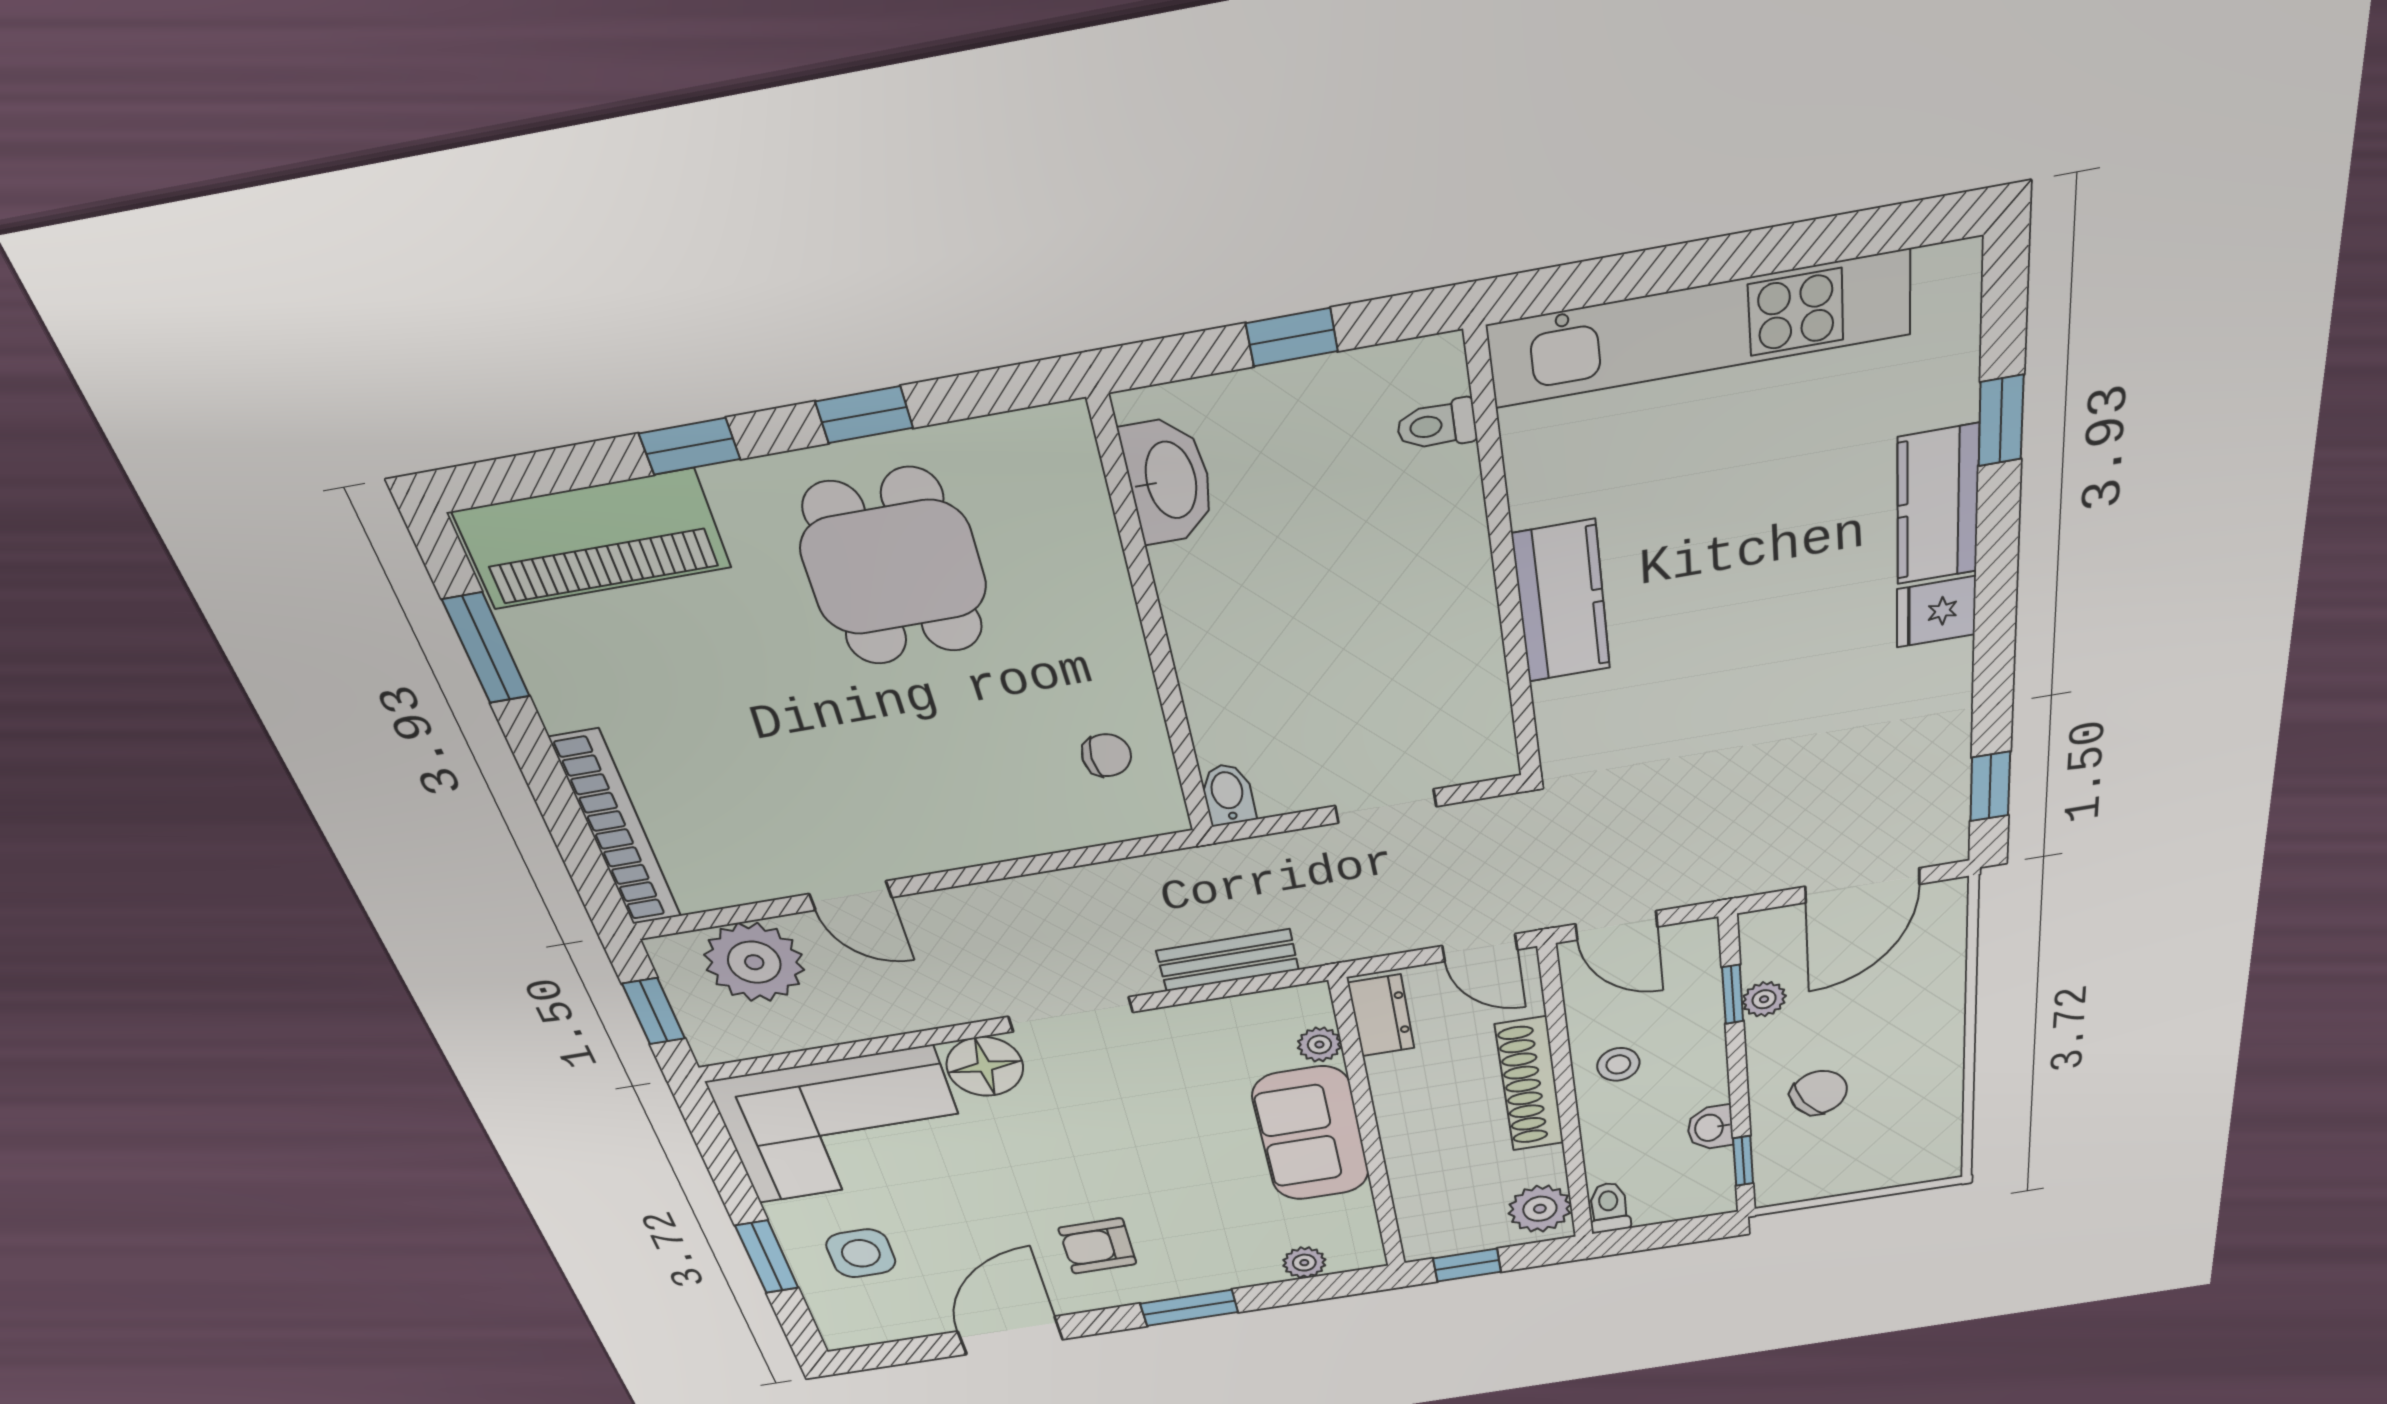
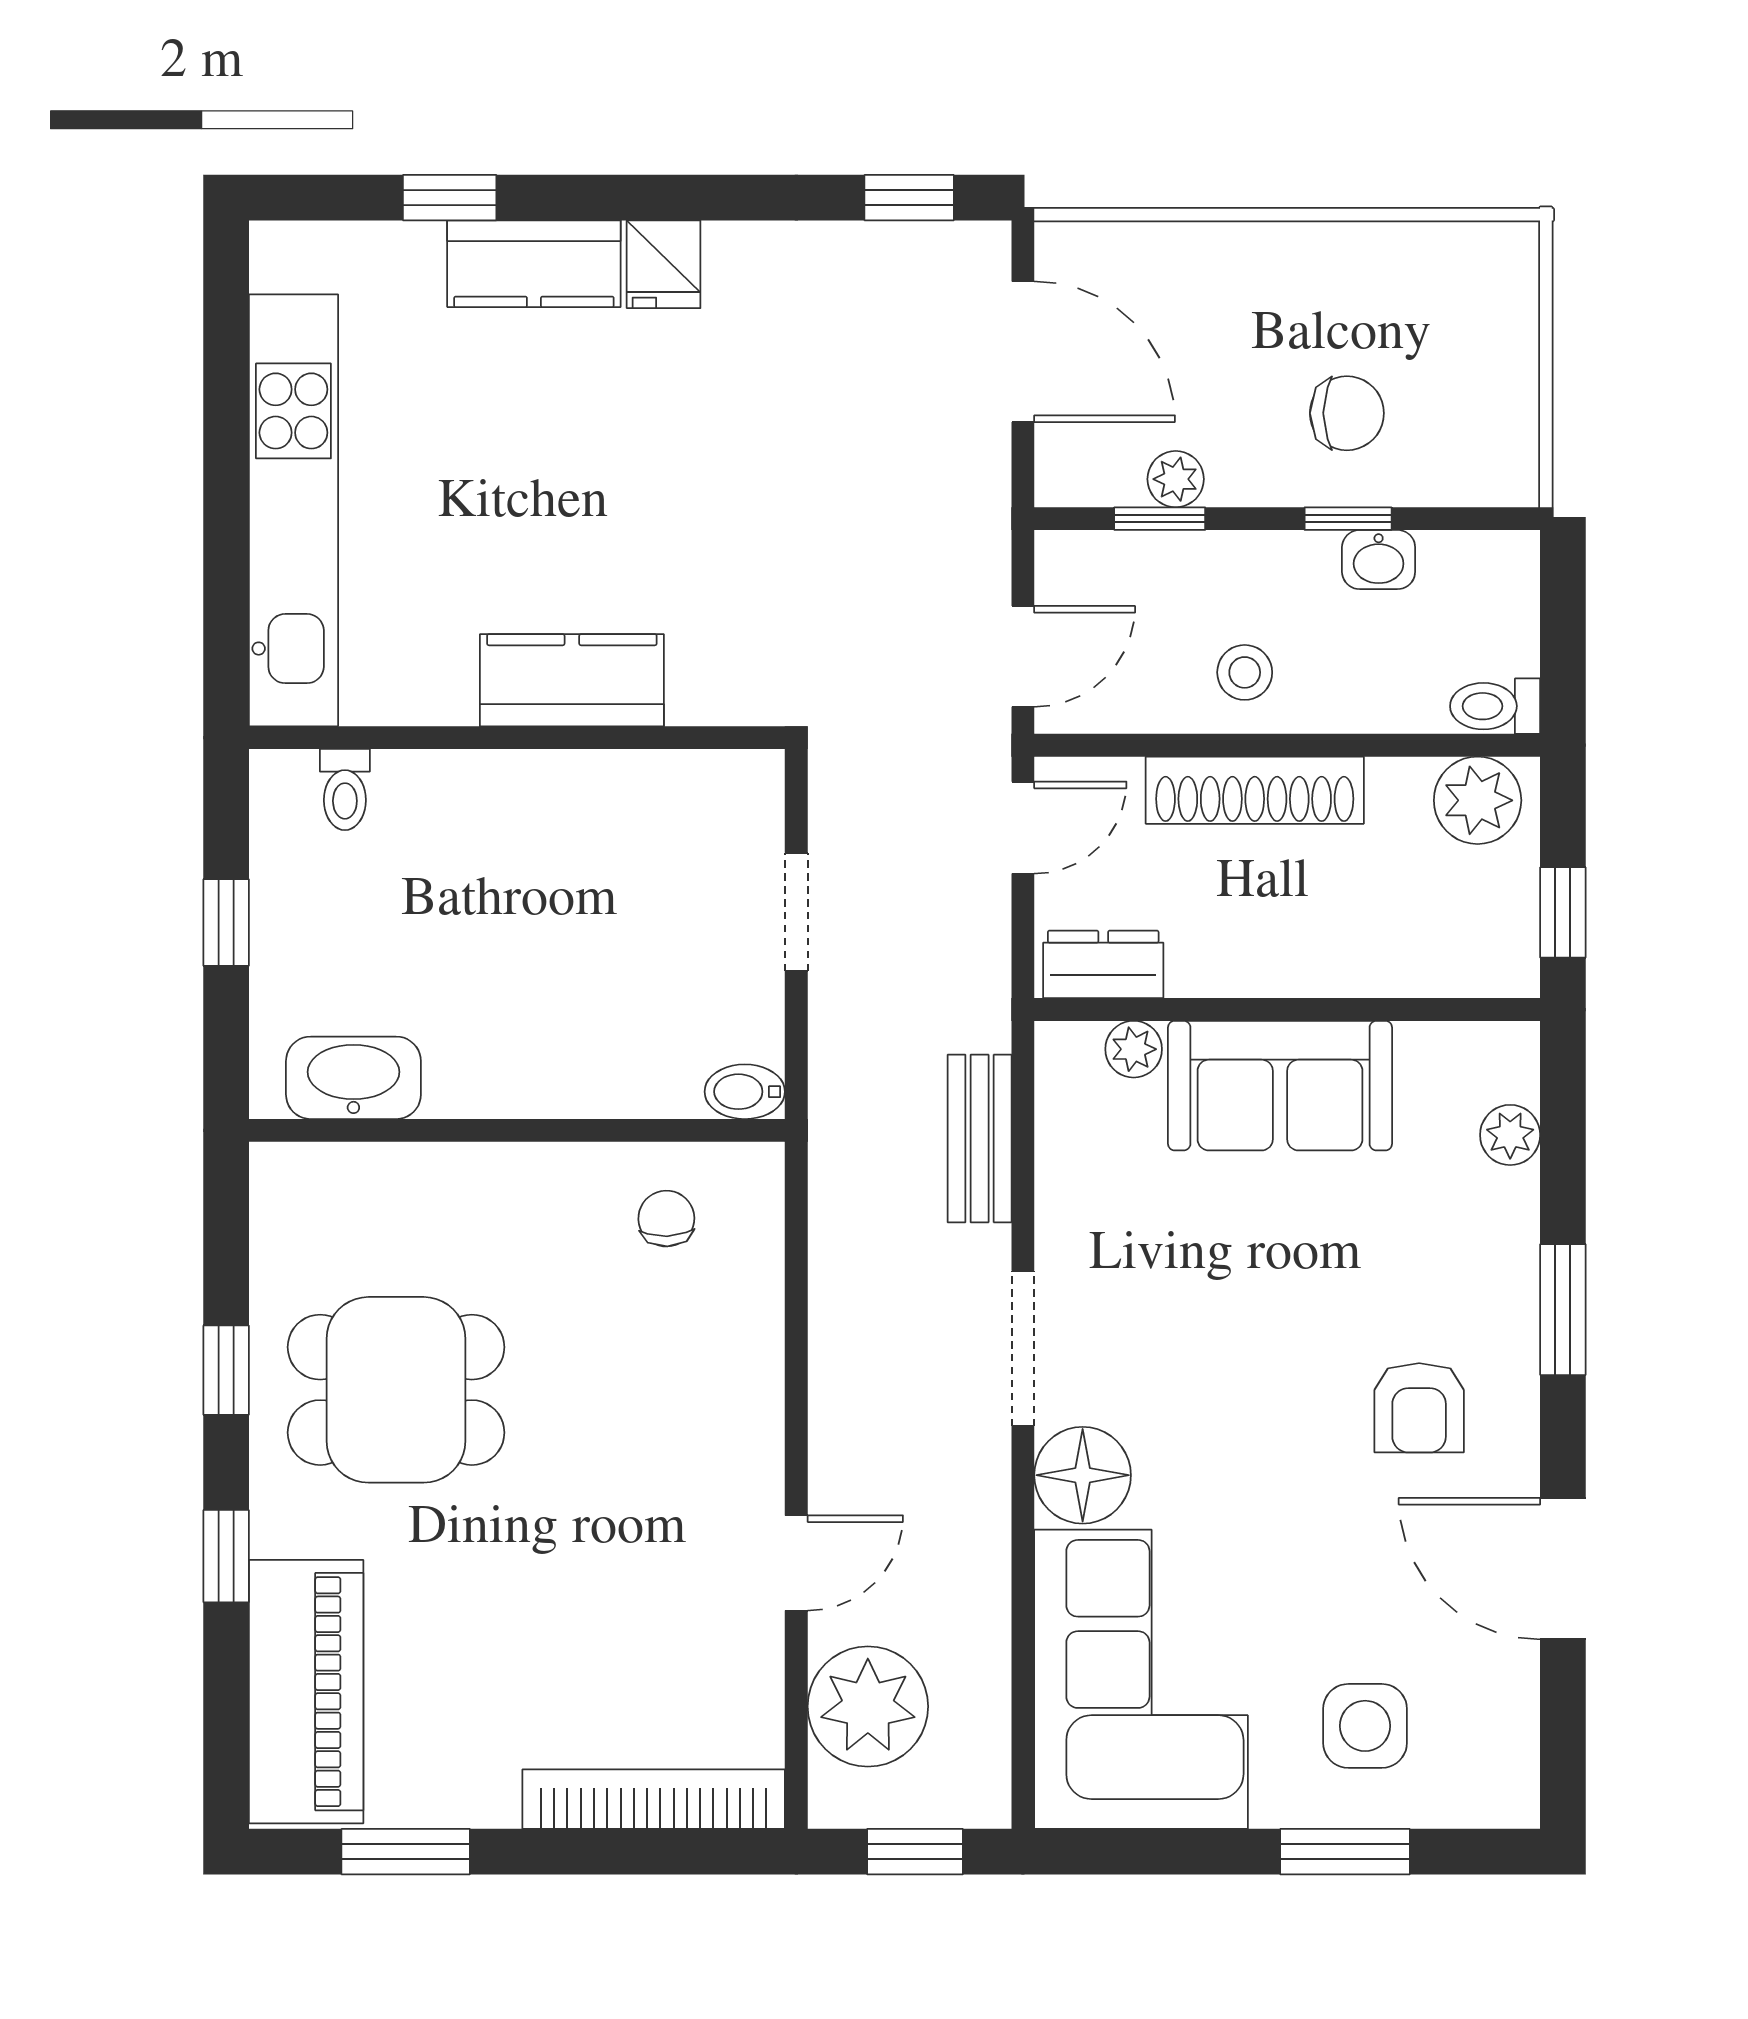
chair: (1819, 1093) -> (1347, 413), turned 122
window: (1743, 1161) -> (1348, 519), moved

